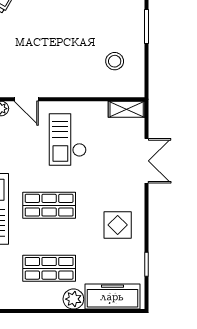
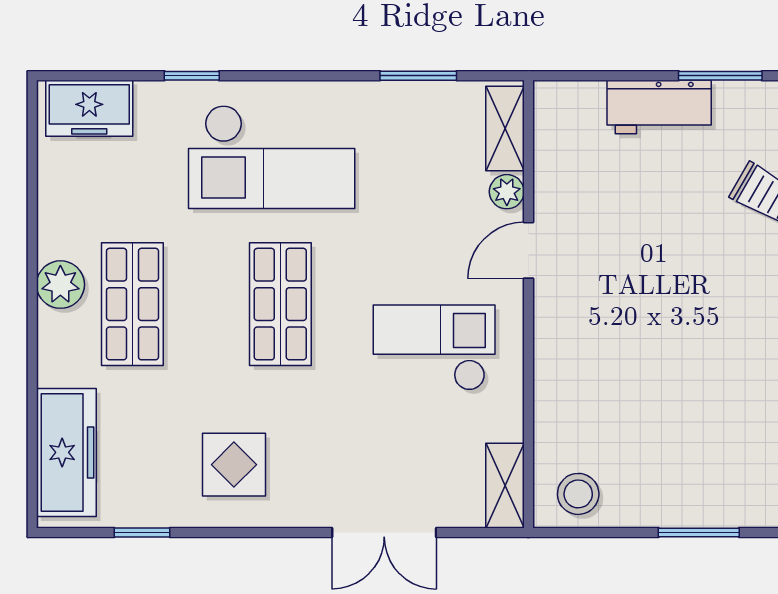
stool: (115, 61) -> (578, 494), moved
plant: (73, 299) -> (60, 285), moved

